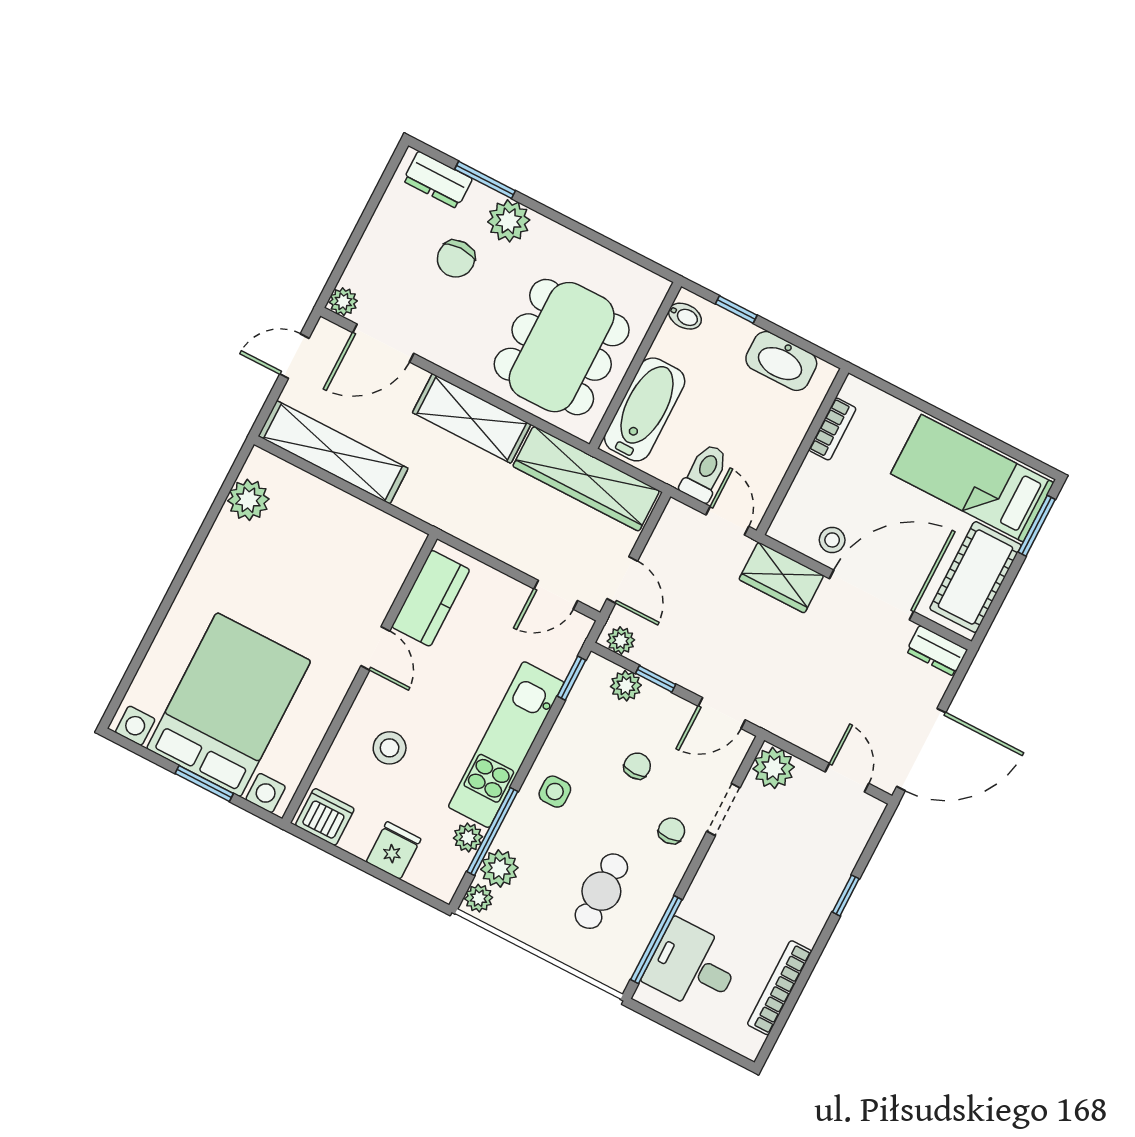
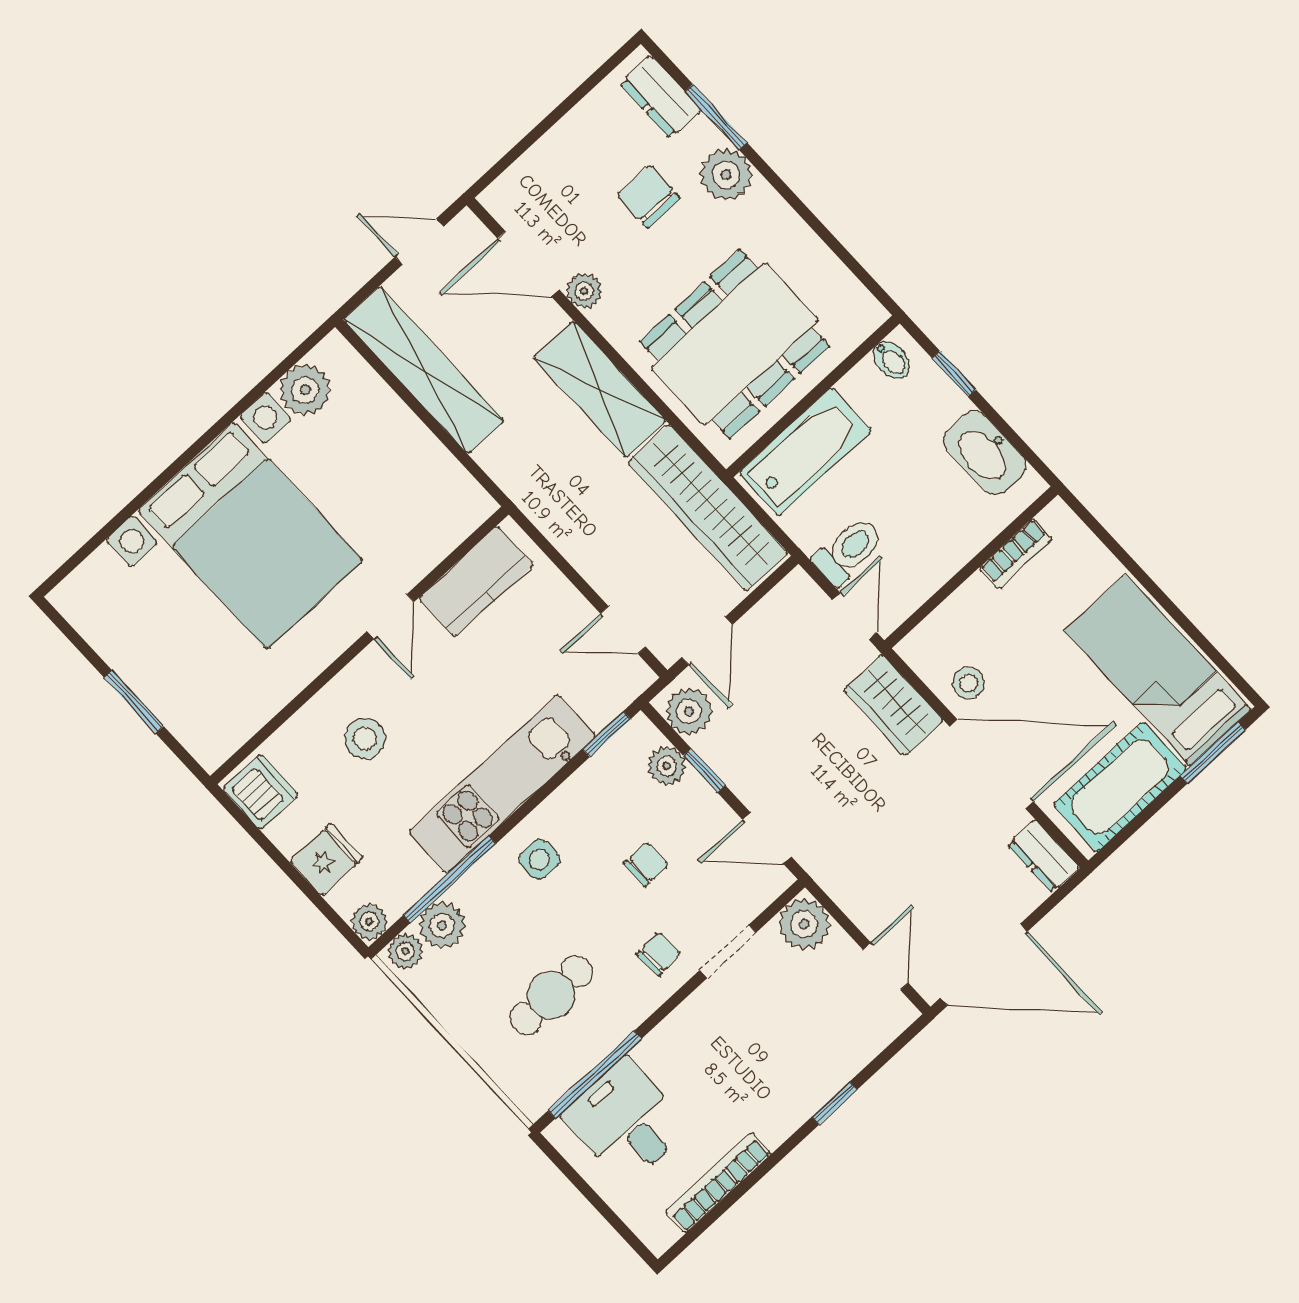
chair: (456, 259) -> (649, 196), turned 90
plant: (343, 302) -> (584, 291), moved
plant: (621, 641) -> (689, 711), width x1.38, depth x1.38
bed with nightstands: (229, 705) -> (250, 535), moved, turned 90
plant: (468, 837) -> (369, 922), moved

